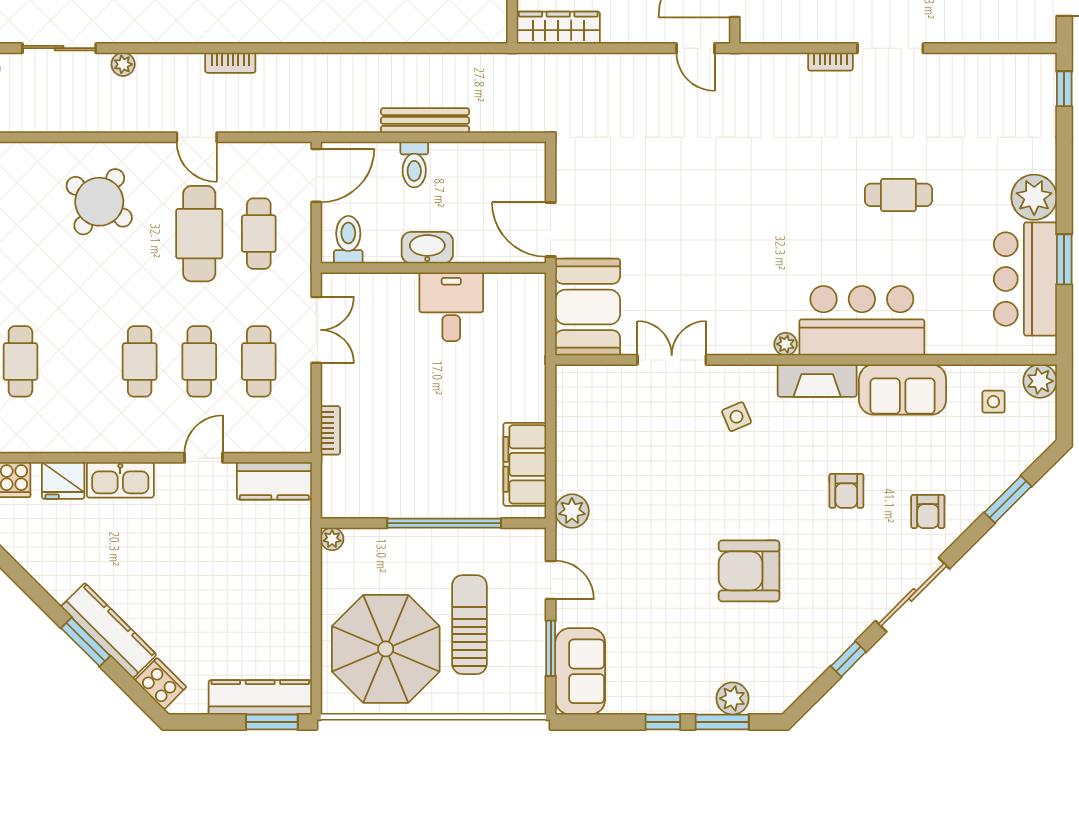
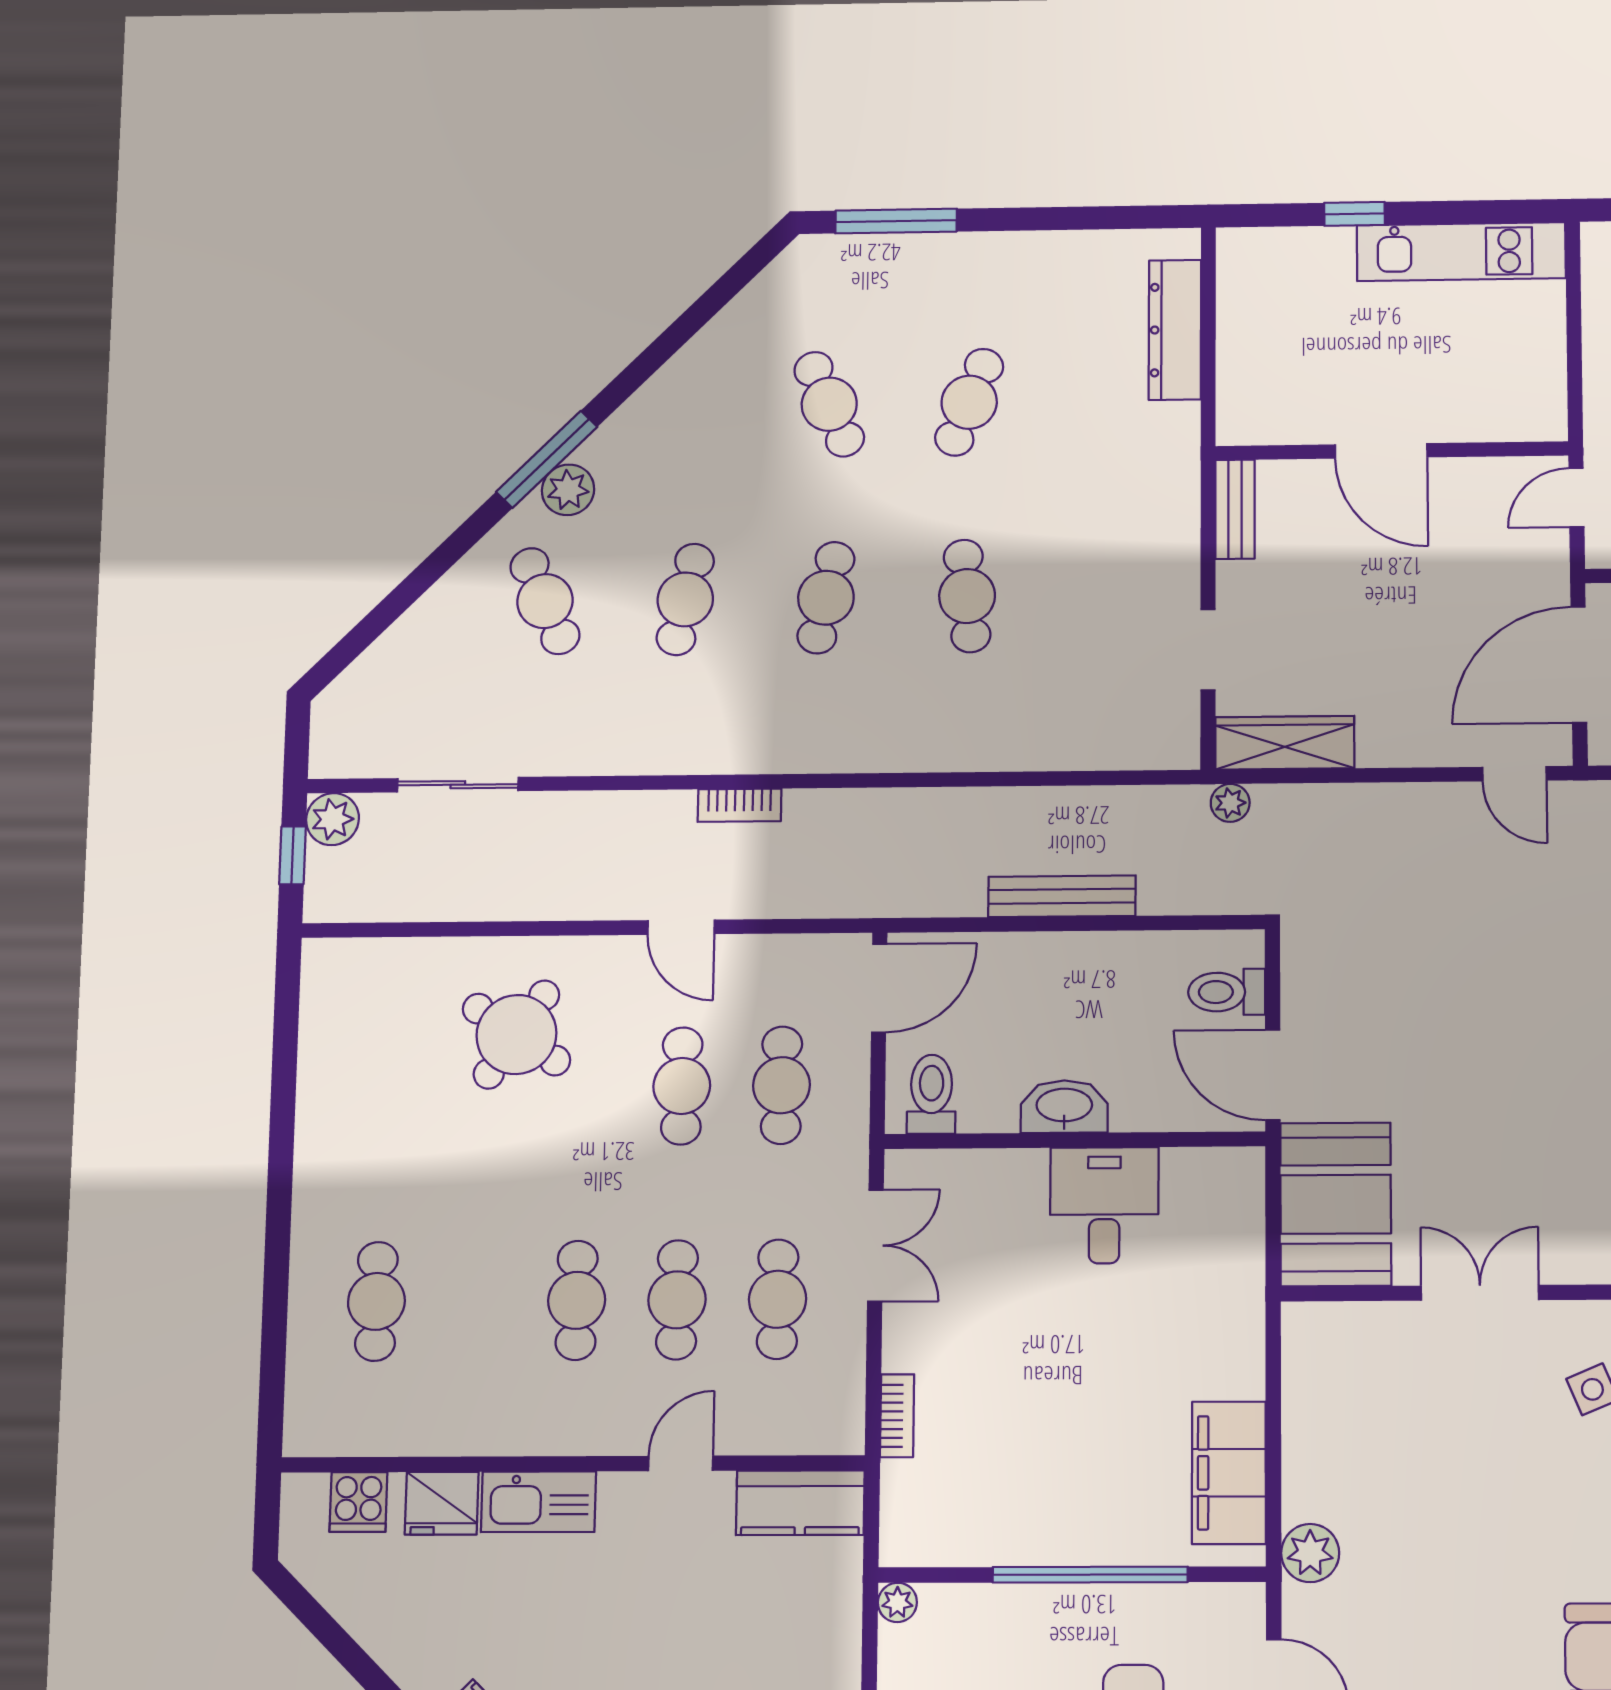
plant: (123, 64) -> (1230, 803), moved
toilet: (414, 165) -> (1227, 992), moved, turned 90
cafe table: (199, 234) -> (682, 1086), width x0.73, depth x0.74

